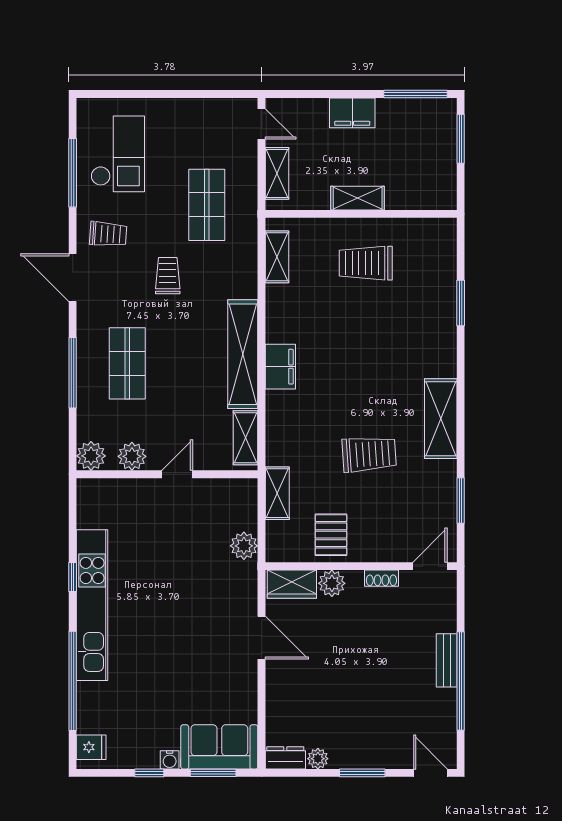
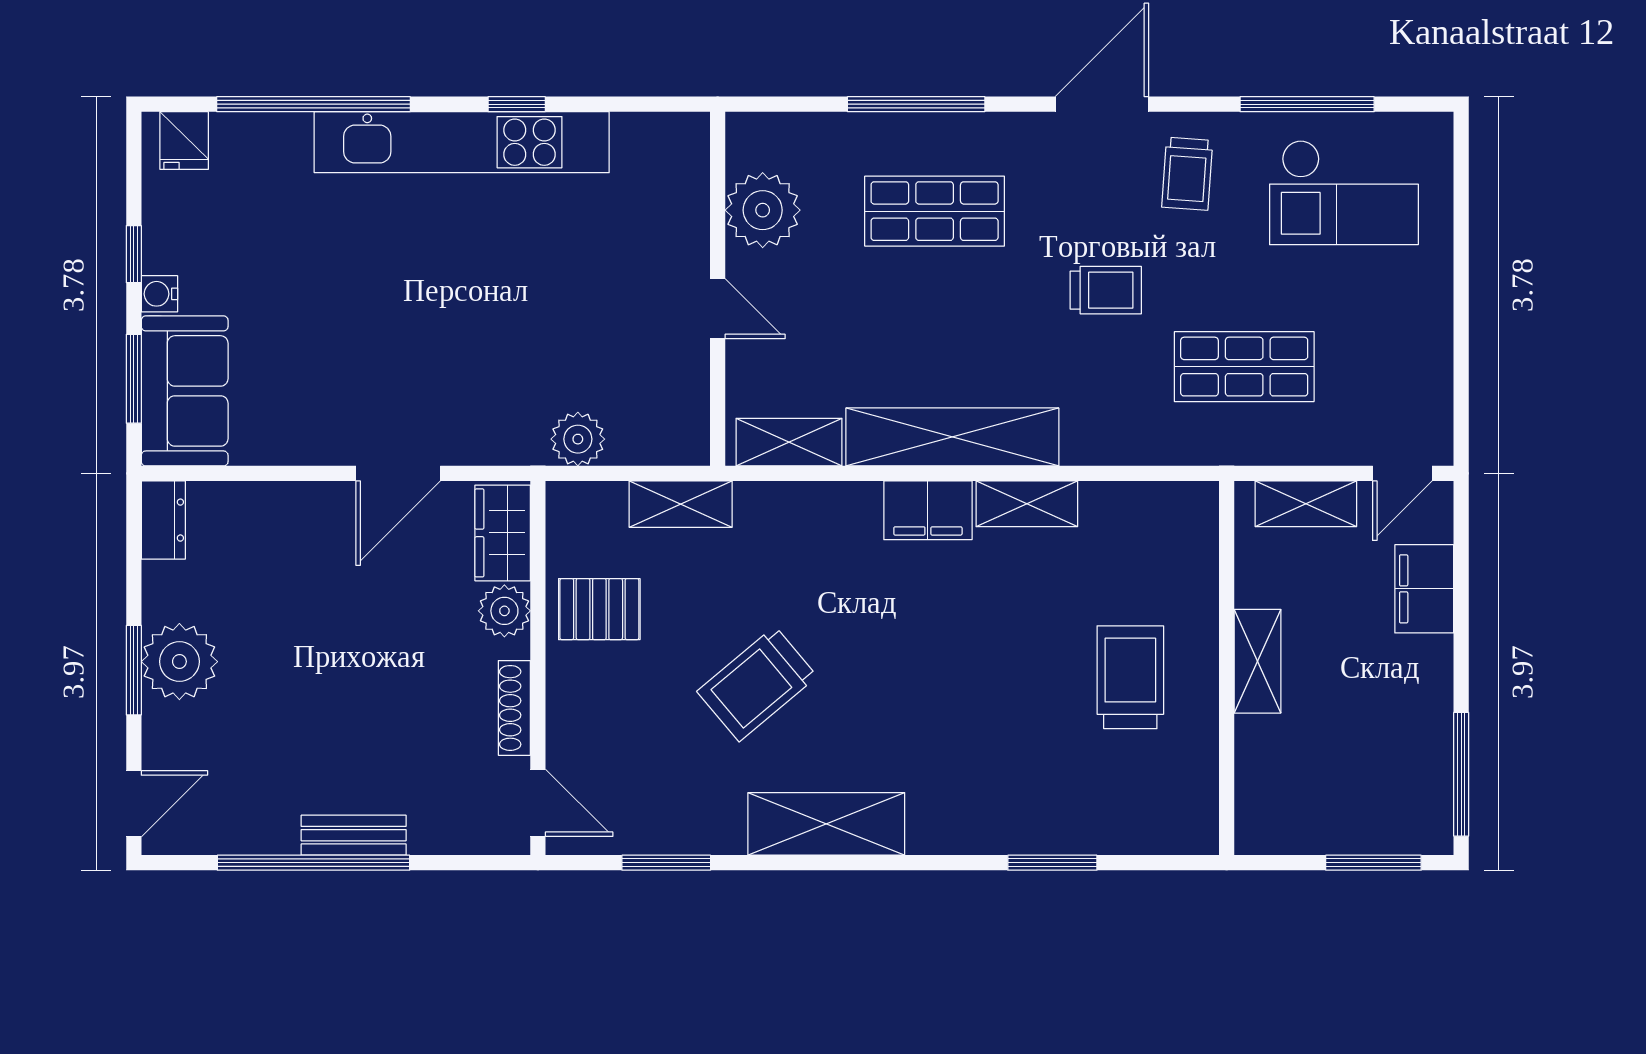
filing cabinet: (352, 113) -> (1424, 589), moved
shelving: (277, 257) -> (1027, 504), moved
trolley: (369, 454) -> (757, 684), turned 54
plant: (91, 456) -> (754, 140), removed
plant: (132, 456) -> (763, 210), width x1.36, depth x1.36
shoe rack: (381, 578) -> (514, 708), width x1.43
plant: (318, 759) -> (179, 662), moved, width x1.88, depth x1.88

